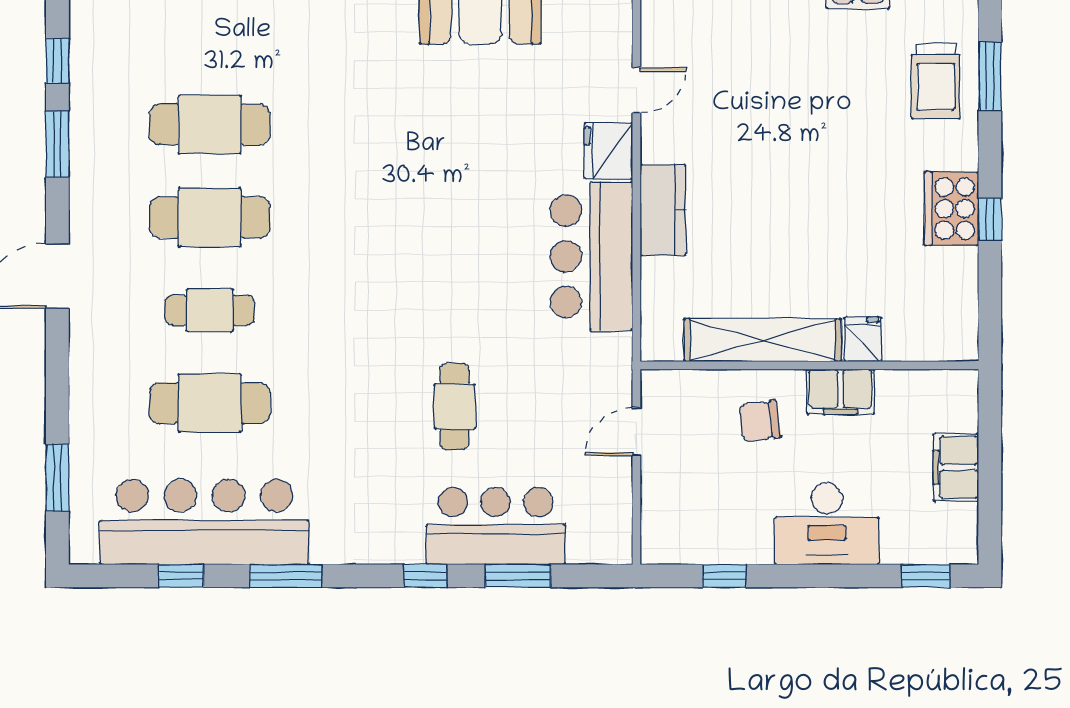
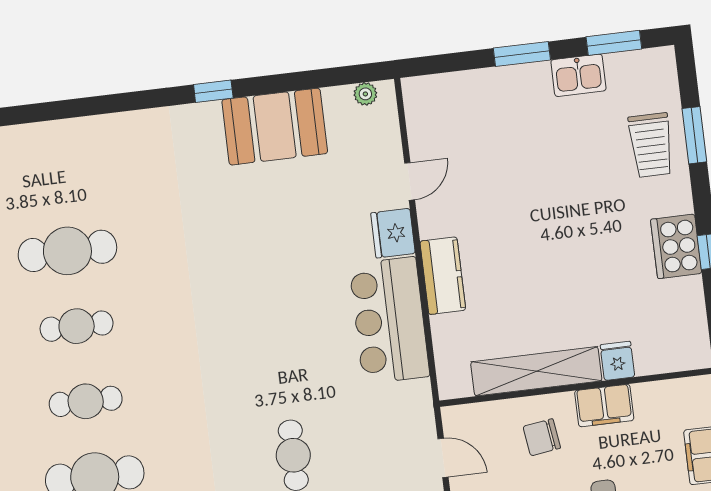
cafe table: (210, 217) -> (77, 326), width x0.73, depth x0.74
door: (636, 432) -> (443, 458), swing flipped

